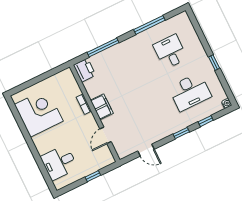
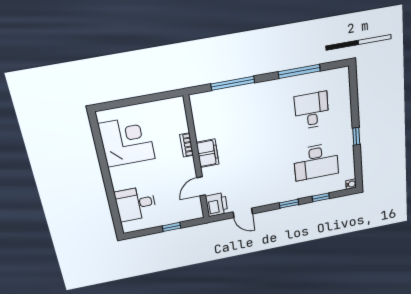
printer: (85, 70) -> (217, 205), moved

